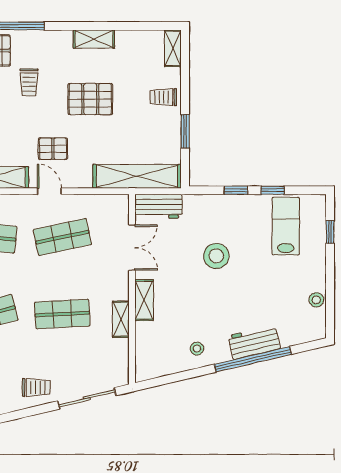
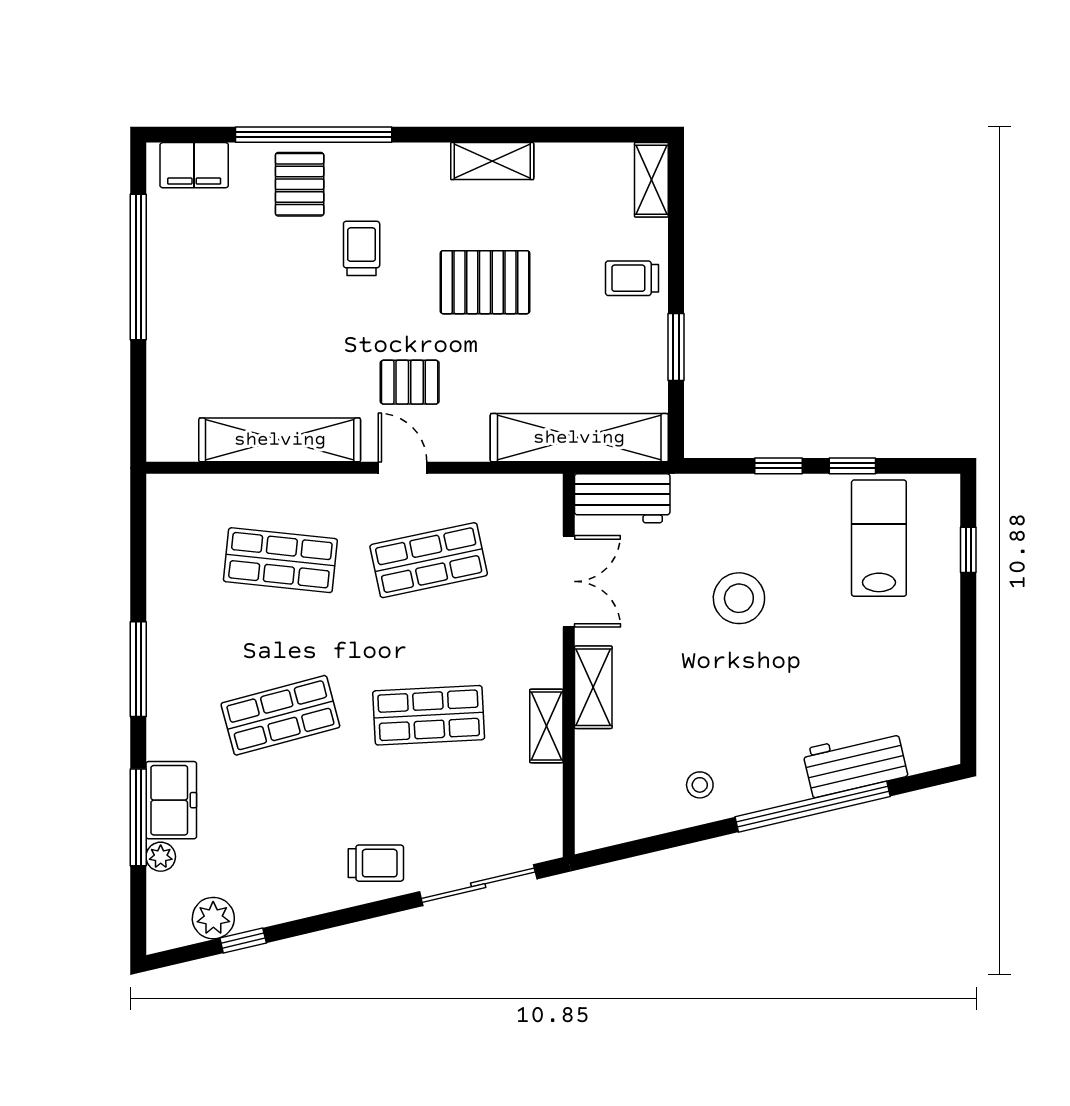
trolley: (29, 82) -> (362, 248), turned 180
stool: (316, 300) -> (940, 687), removed
workbench: (254, 342) -> (855, 763), moved

